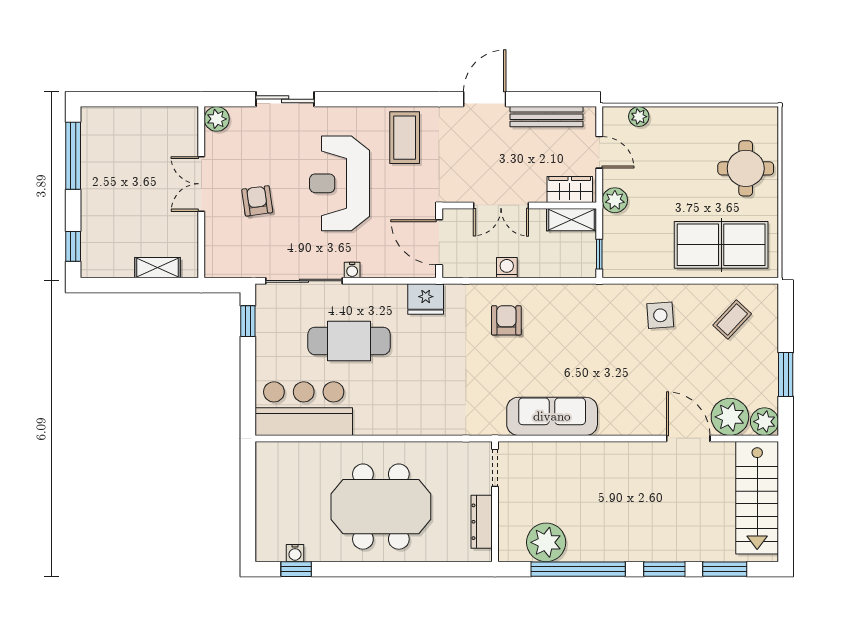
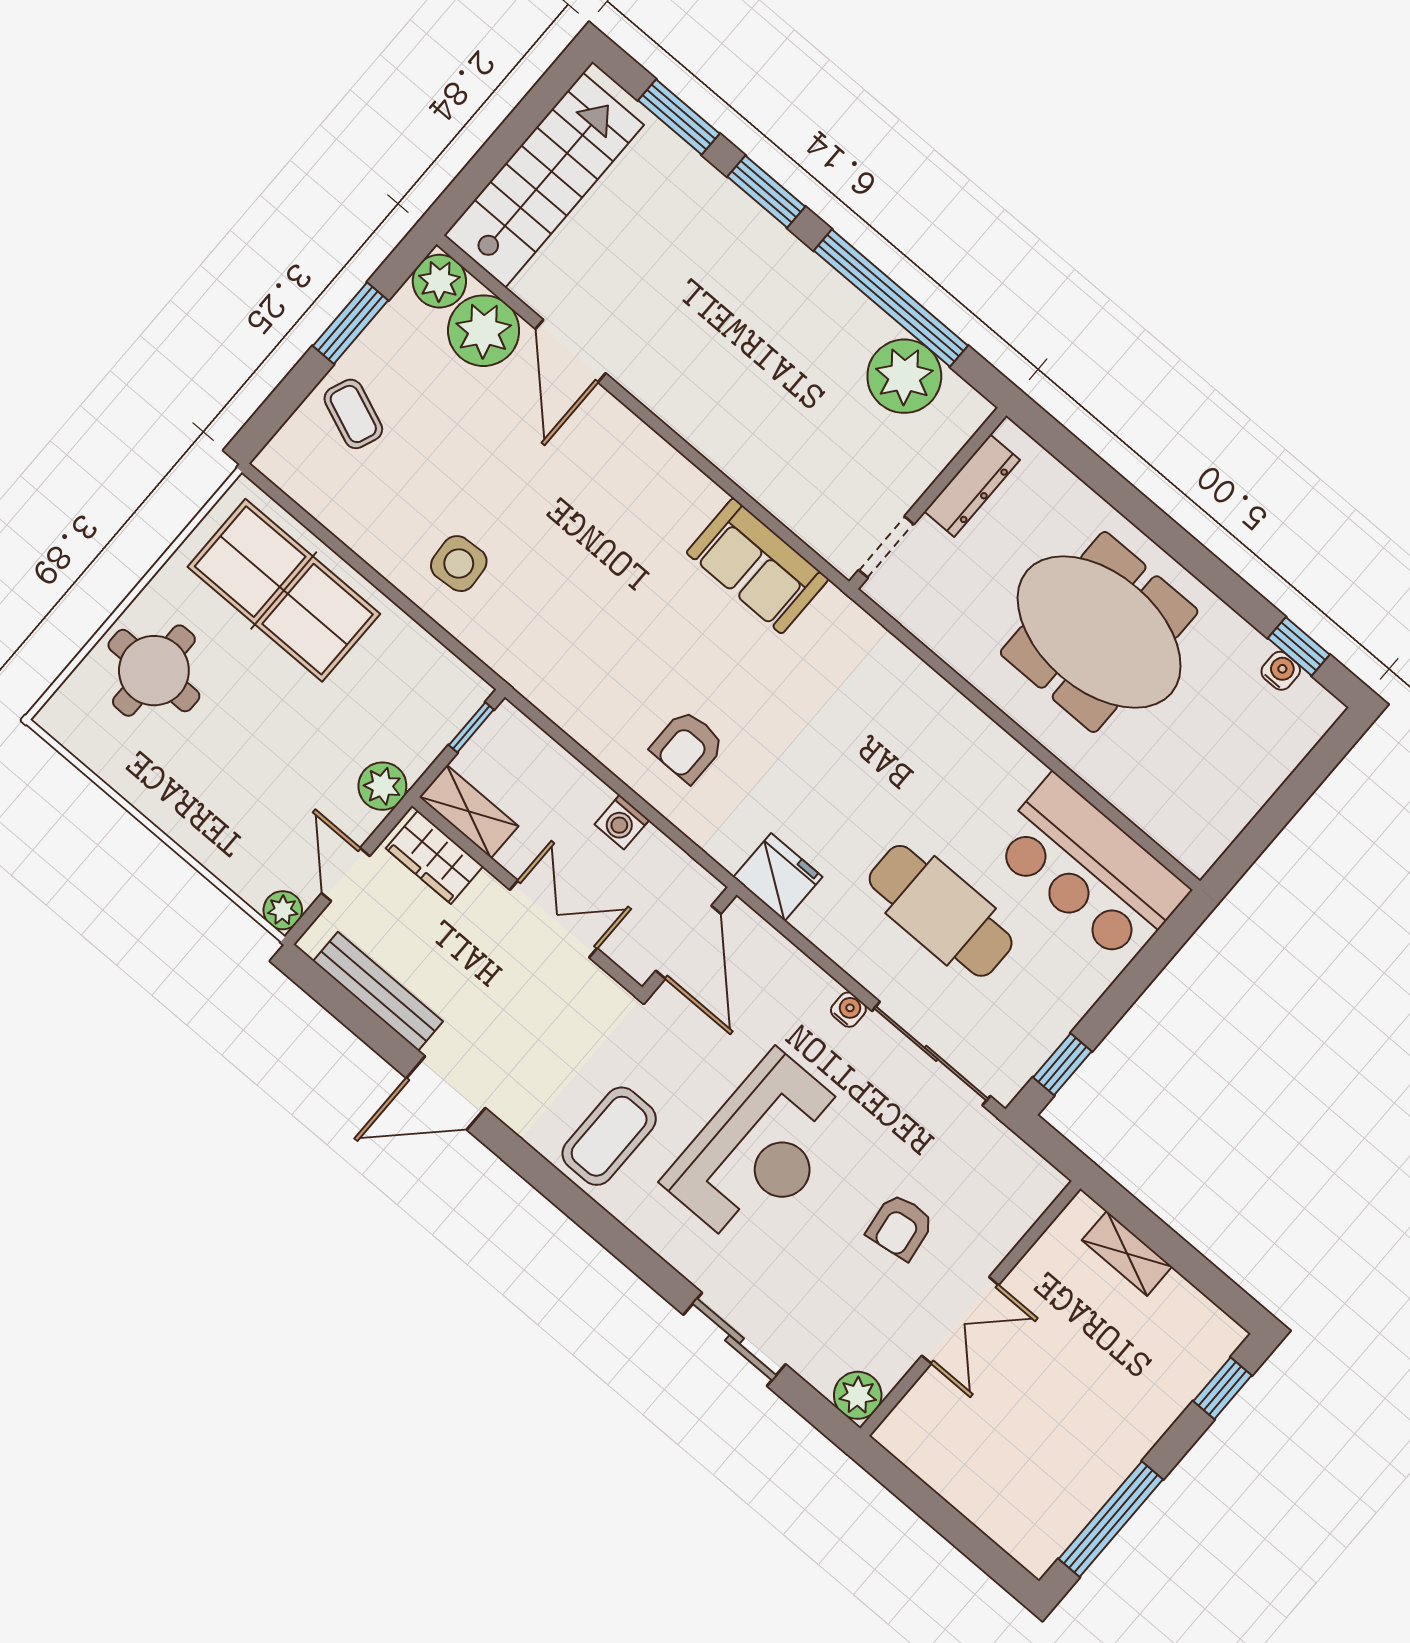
plant: (639, 117) -> (283, 910), moved
coffee table: (732, 319) -> (353, 414), moved, turned 69
sofa: (552, 416) -> (757, 566), width x0.73

